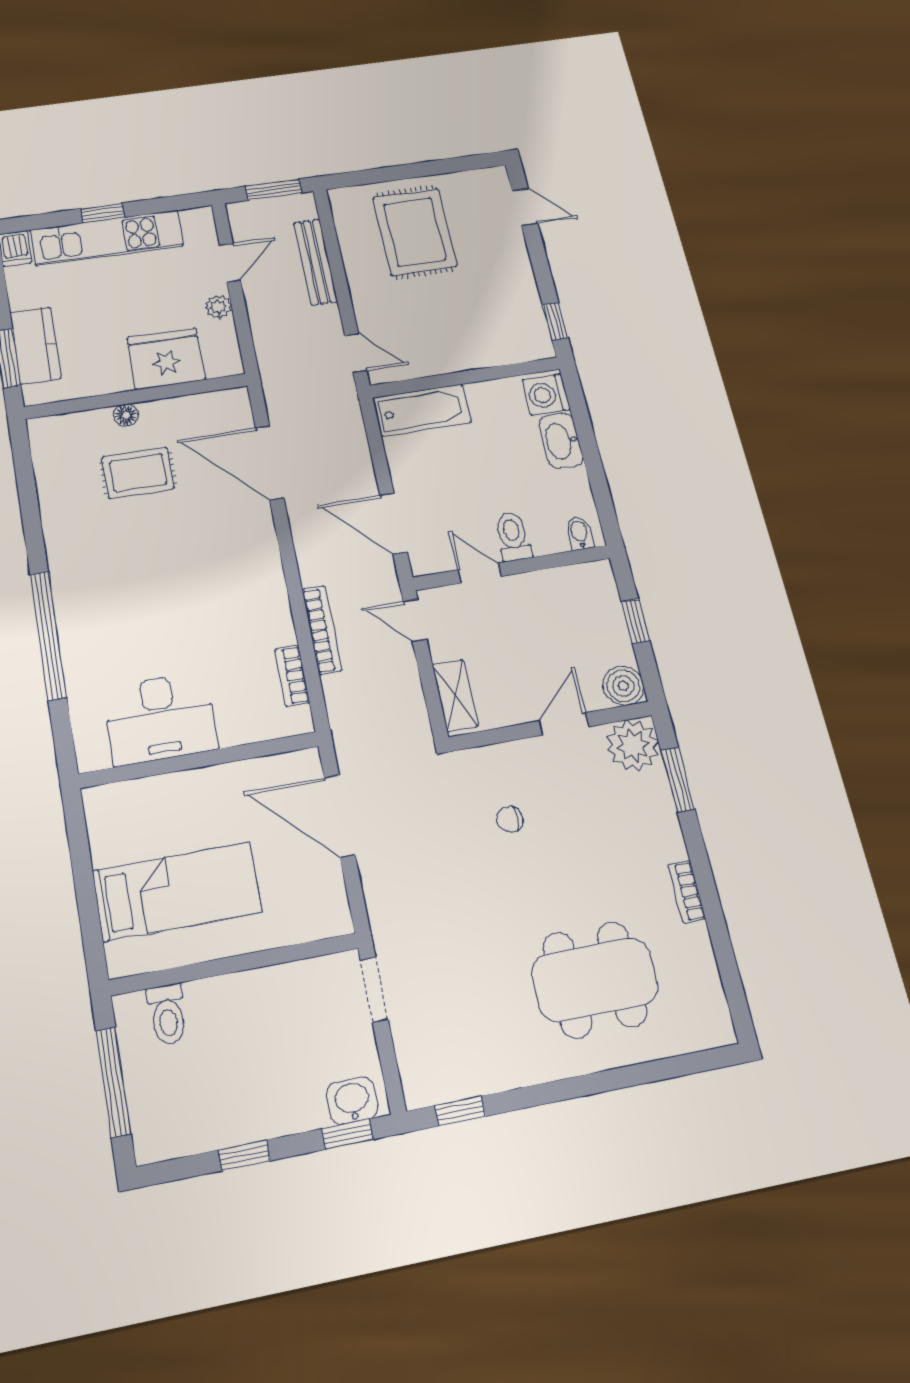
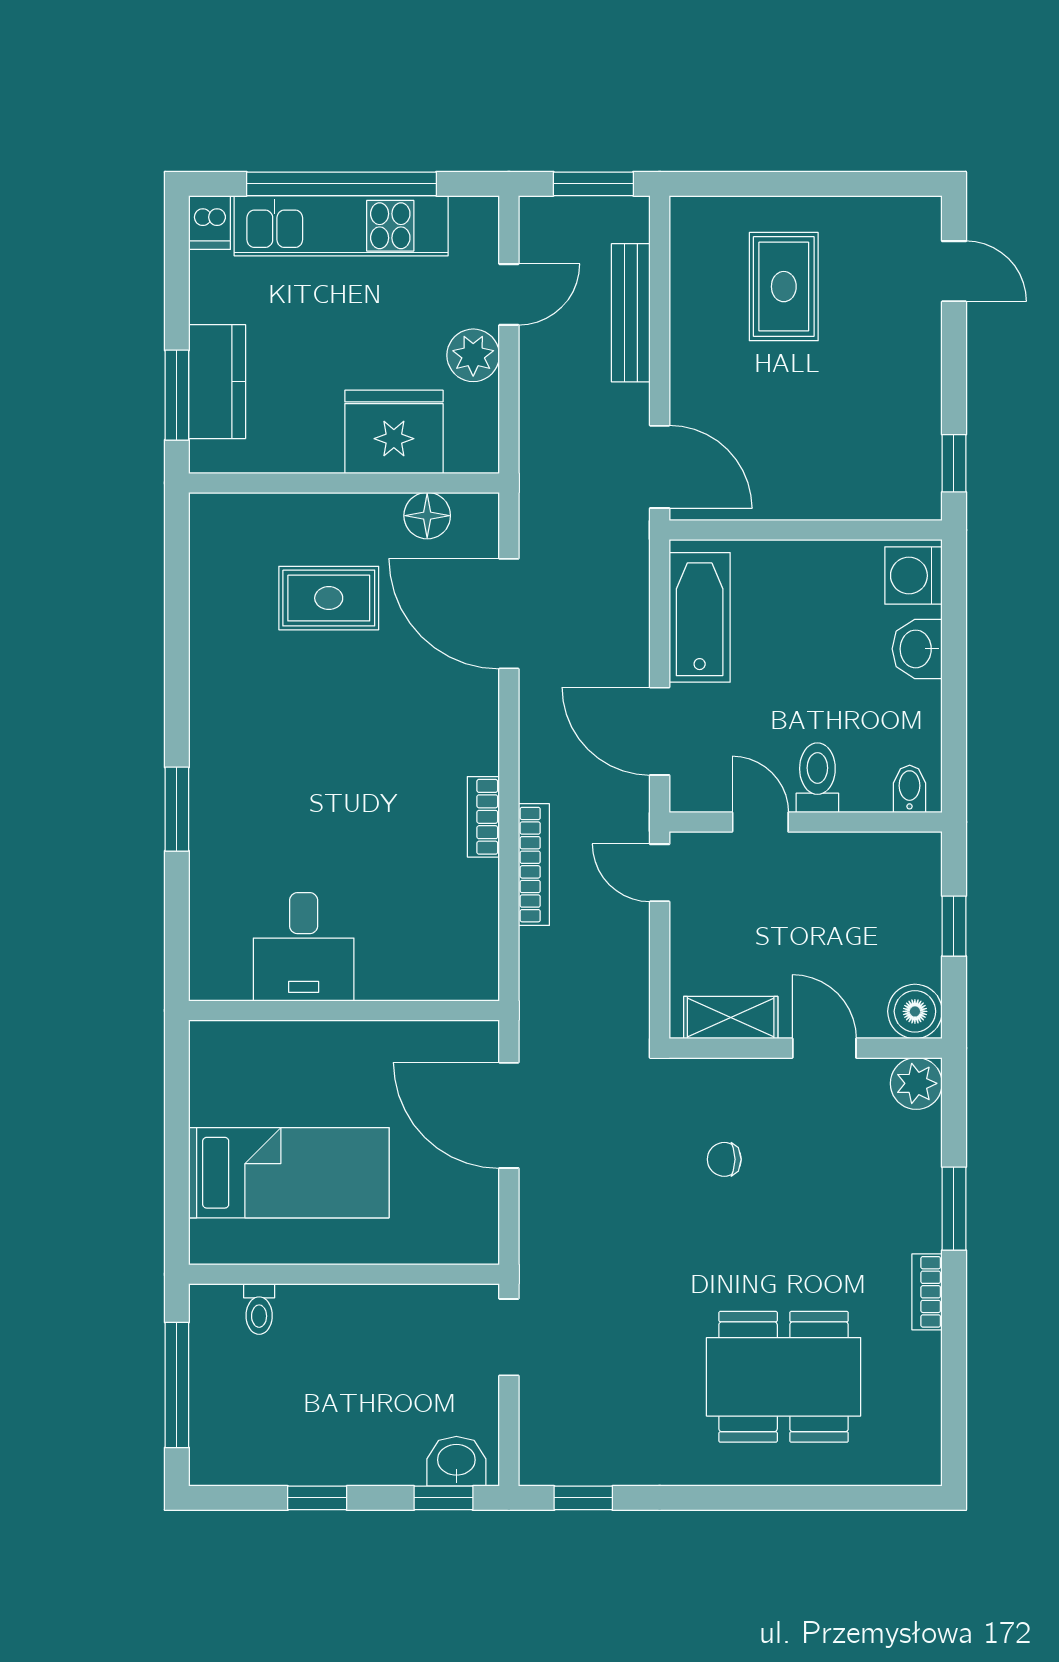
window: (103, 213) -> (341, 184), width x3.17
rug: (415, 232) -> (784, 287), width x0.73, depth x0.70
plant: (218, 307) -> (473, 355), width x1.38, depth x1.38
door: (356, 353) -> (660, 467), width x1.38
bathtub: (422, 410) -> (700, 617), moved, turned -90
floor lamp: (126, 415) -> (427, 516), moved, width x1.37, depth x1.37
washbasin: (561, 441) -> (917, 649), width x0.72
window: (48, 635) -> (177, 809), width x0.47
bookcase: (292, 676) -> (483, 817), moved
shelving: (455, 695) -> (731, 1018), moved, turned 90
desk: (160, 718) -> (304, 947), width x0.73
door: (564, 724) -> (824, 1048), hinge flipped
plant: (633, 745) -> (916, 1083), width x0.73, depth x0.73
window: (678, 780) -> (954, 1209), moved
toilet: (167, 1014) -> (259, 1309), width x0.73, depth x0.72

